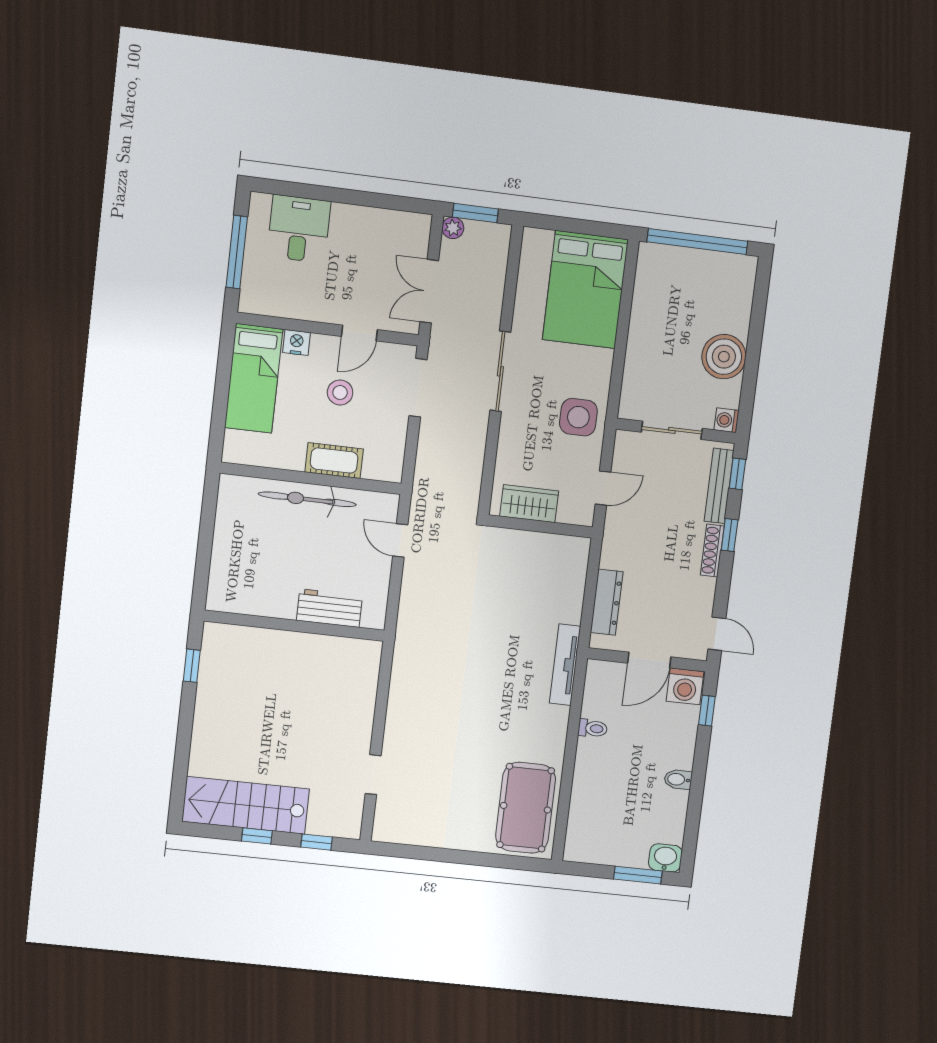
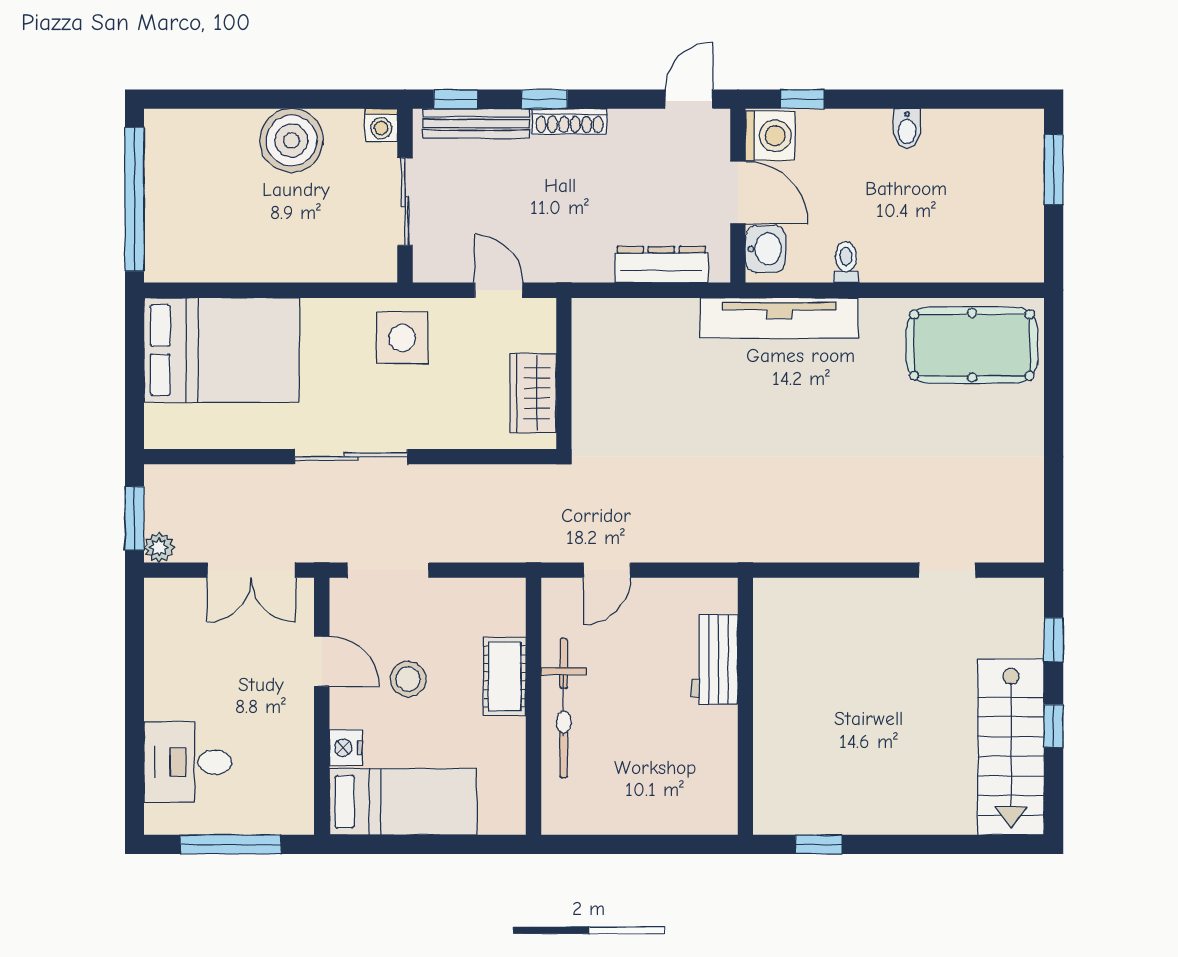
tv unit: (565, 665) -> (779, 318), width x1.36, depth x1.29
washbasin: (665, 858) -> (765, 249), moved, turned 180

